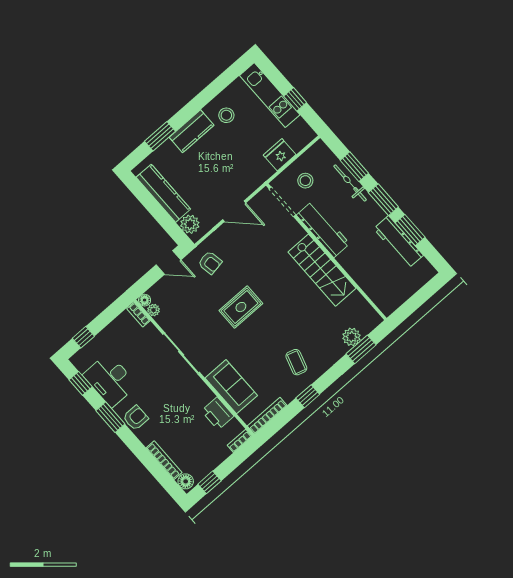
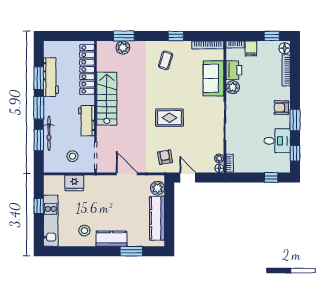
workbench: (323, 229) -> (86, 121), width x0.73
locker: (368, 282) -> (87, 69), added
desk: (110, 380) -> (277, 141), width x0.73
plant: (204, 395) -> (233, 87), added
filing cabinet: (220, 451) -> (251, 48), added

